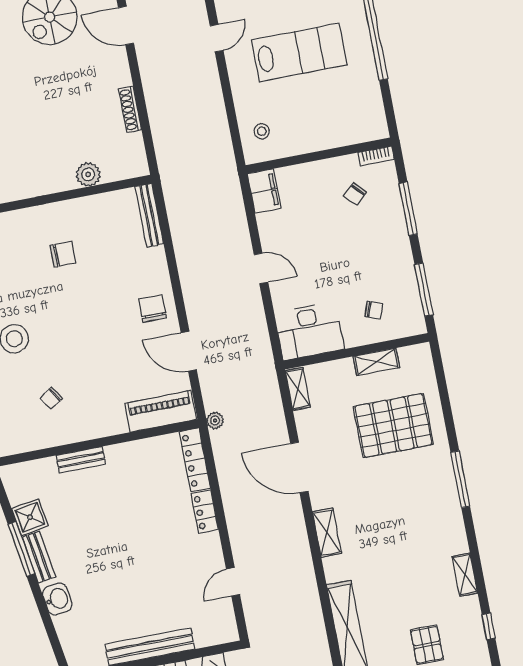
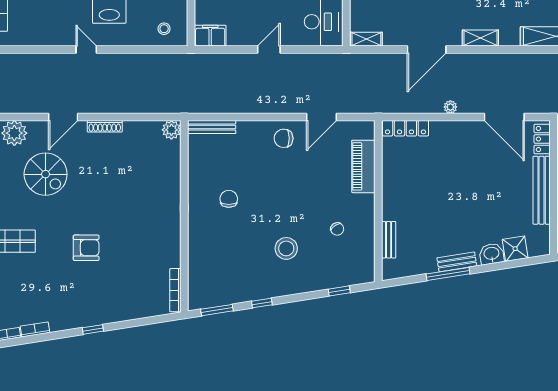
shoe rack: (130, 109) -> (105, 126), moved
plant: (88, 174) -> (171, 130), moved
piano: (161, 411) -> (363, 166), moved
plant: (215, 420) -> (450, 107), moved
bench: (81, 460) -> (389, 240), moved
locker: (205, 512) -> (542, 139), moved, turned 90
shower: (30, 517) -> (515, 249), moved
door: (233, 582) -> (504, 117), width x1.87

